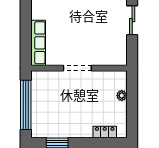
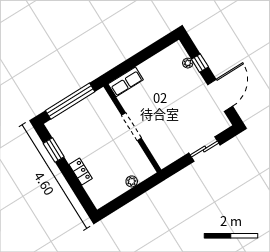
row of seats: (38, 43) -> (126, 82), width x0.68
locker: (105, 132) -> (81, 172), moved

